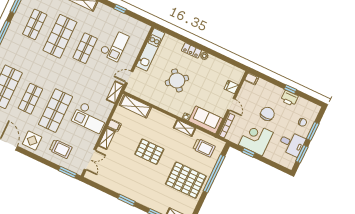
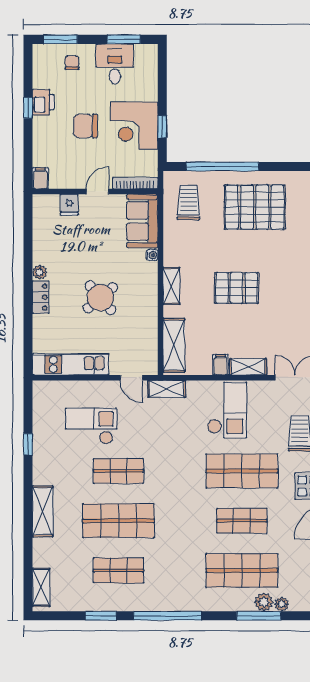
shelving: (185, 128) -> (171, 286), moved
window: (313, 131) -> (60, 39), moved
pallet: (149, 152) -> (237, 288), turned 90
pallet: (186, 180) -> (255, 207), turned 90

